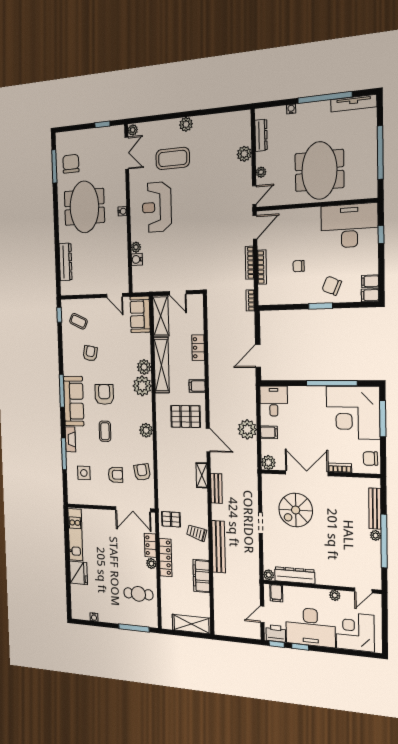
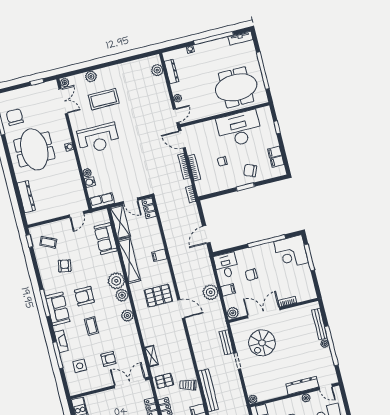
tv unit: (354, 103) -> (240, 38), width x0.71
plant: (186, 124) -> (91, 76), moved
plant: (244, 154) -> (157, 70), moved
meeting table: (319, 171) -> (236, 87), moved, turned 90
reception desk: (157, 207) -> (98, 138), turned -90
desk: (349, 226) -> (239, 129), moved
door: (255, 227) -> (182, 139), swing flipped
row of seats: (145, 285) -> (102, 201), added
door: (115, 295) -> (77, 214), hinge flipped
filing cabinet: (370, 295) -> (275, 152), moved
sofa: (140, 314) -> (106, 239), moved
locker: (198, 348) -> (149, 208), moved
plant: (144, 367) -> (122, 295), moved
filing cabinet: (197, 386) -> (159, 255), moved
armchair: (104, 394) -> (84, 296), turned -90
sofa: (74, 401) -> (58, 309), width x0.73
corner desk: (353, 413) -> (291, 252), width x0.74, depth x0.74
chair: (370, 459) -> (251, 275), moved
armchair: (142, 472) -> (131, 350), removed
shelving: (202, 475) -> (152, 356), moved
bench: (216, 488) -> (226, 342), moved
double door: (133, 509) -> (130, 383), swing flipped
dresser: (295, 575) -> (302, 385), moved
door: (363, 590) -> (326, 387), hinge flipped

